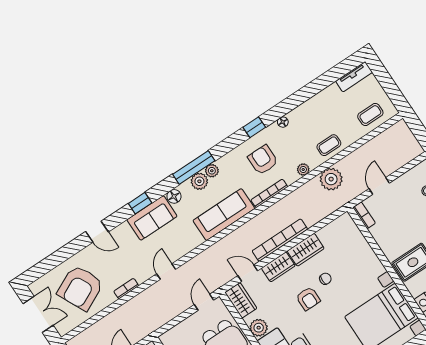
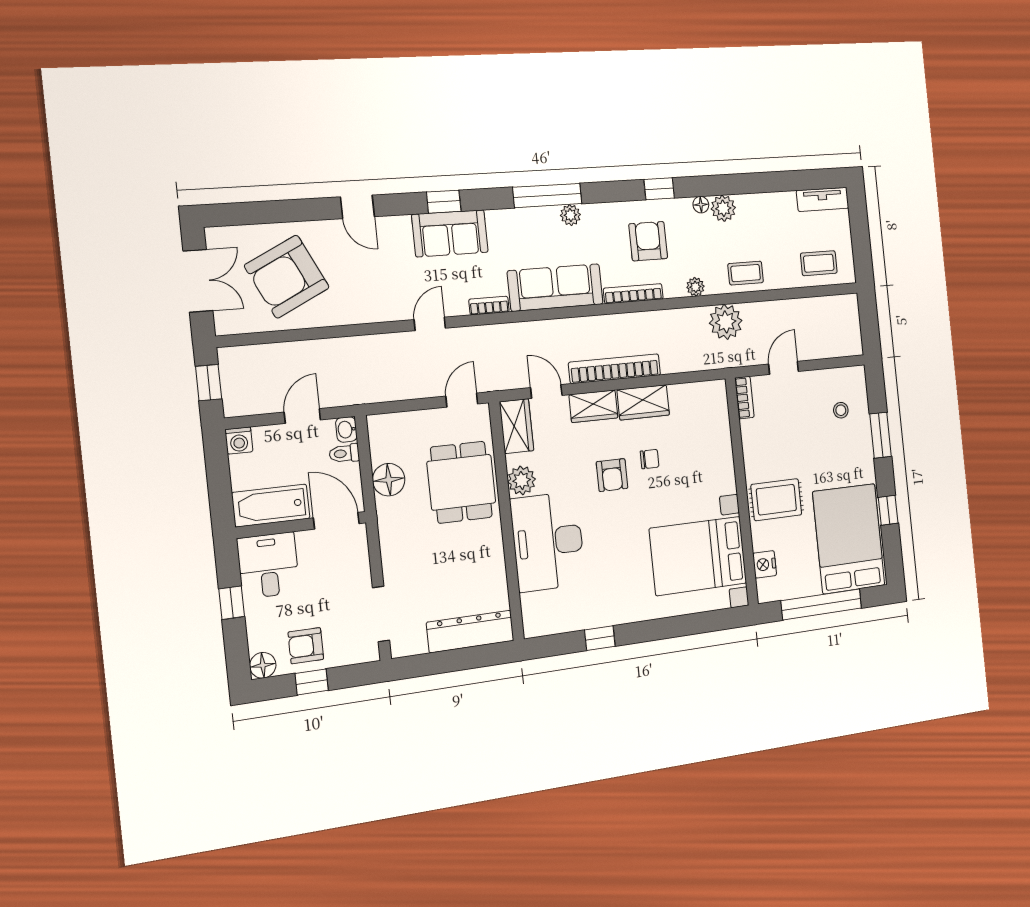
plant: (199, 181) -> (723, 208), moved
floor lamp: (174, 196) -> (498, 220), removed
bookcase: (126, 289) -> (489, 306), moved

